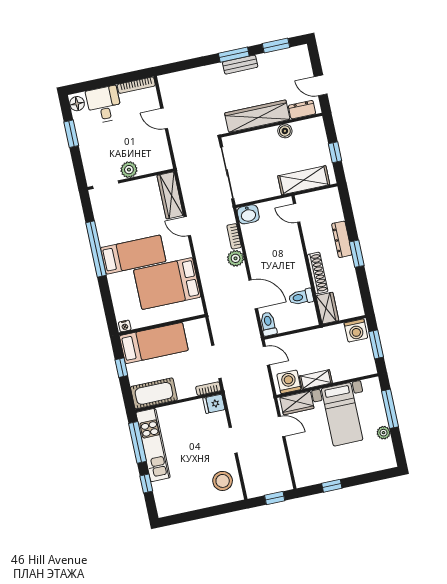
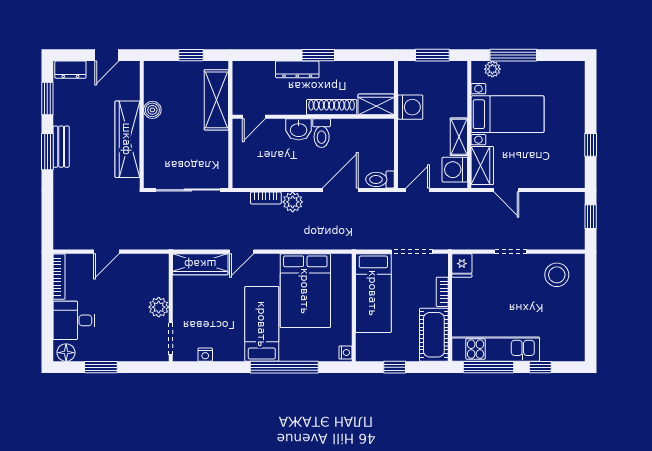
dresser: (302, 110) -> (70, 70), moved, turned -90
washbasin: (248, 214) -> (299, 129), moved, turned 90
nightstand: (99, 215) -> (205, 355), added
window: (96, 249) -> (284, 367), moved
toilet: (301, 297) -> (322, 133), moved
washing machine: (356, 330) -> (410, 107), moved
bed: (154, 343) -> (373, 293), moved, turned 180
bookcase: (208, 389) -> (442, 292), moved
door: (282, 426) -> (506, 190), swing flipped
plant: (384, 433) -> (492, 69), moved

